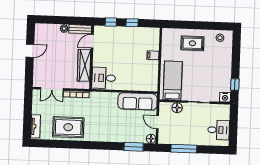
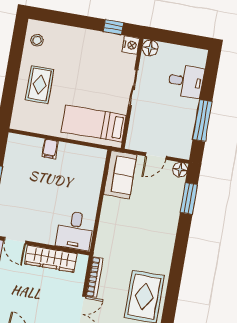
sofa: (138, 101) -> (120, 175), width x0.73
floor lamp: (177, 108) -> (150, 48), moved
desk: (219, 130) -> (186, 81), moved, turned 90

